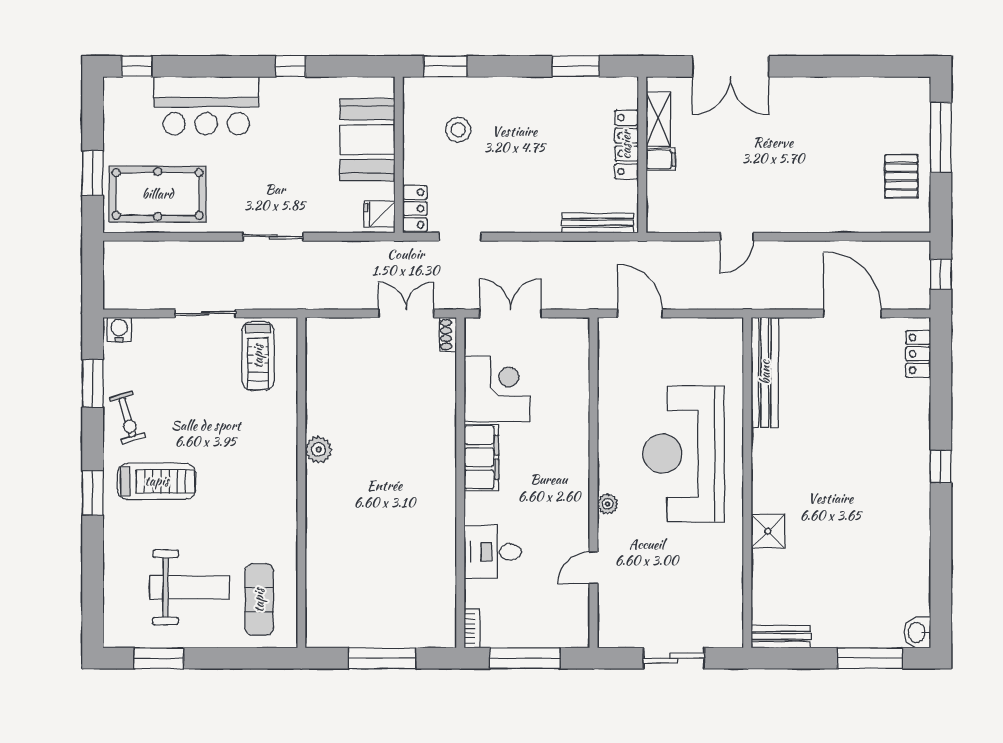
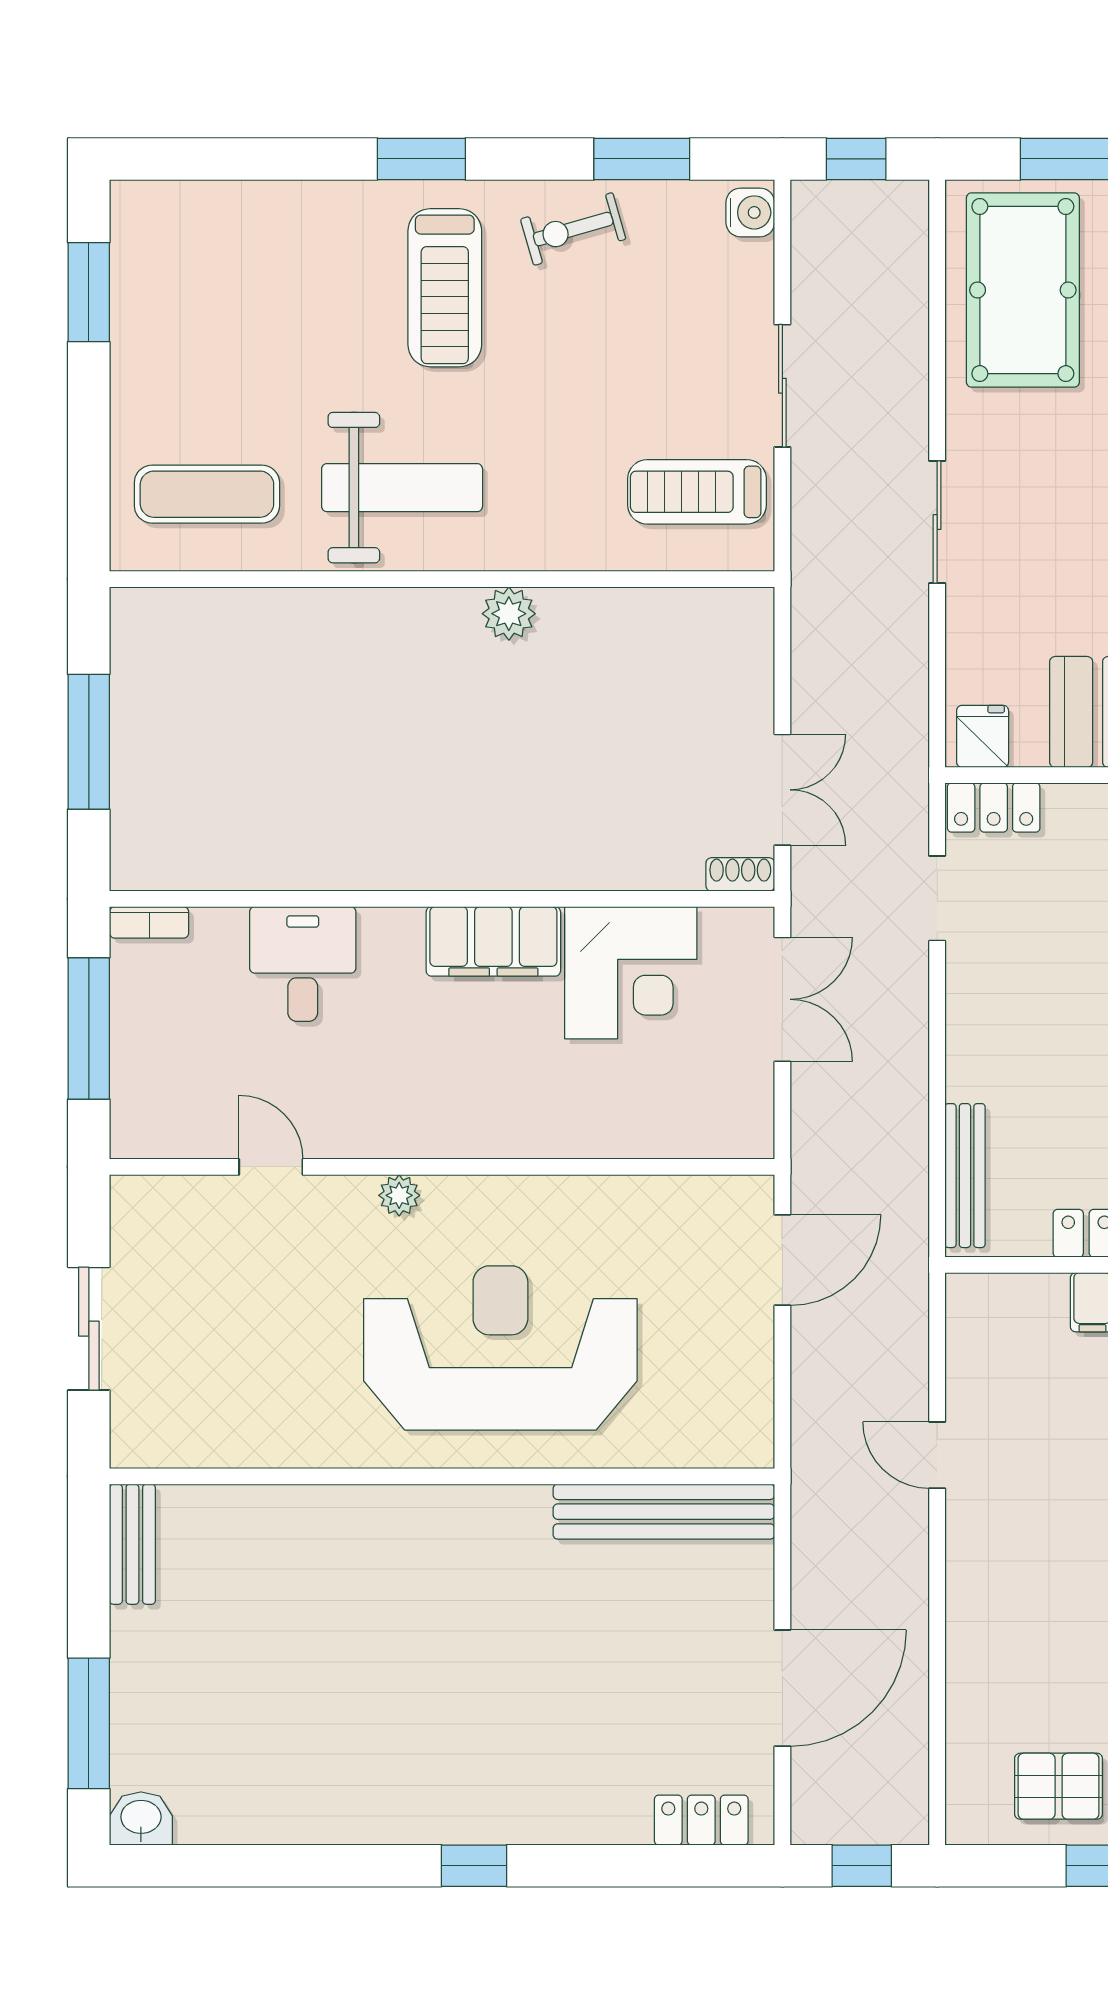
window: (93, 277) -> (856, 159), added
shower: (768, 531) -> (345, 1518), removed
weight bench: (190, 587) -> (402, 488), moved, turned -90

